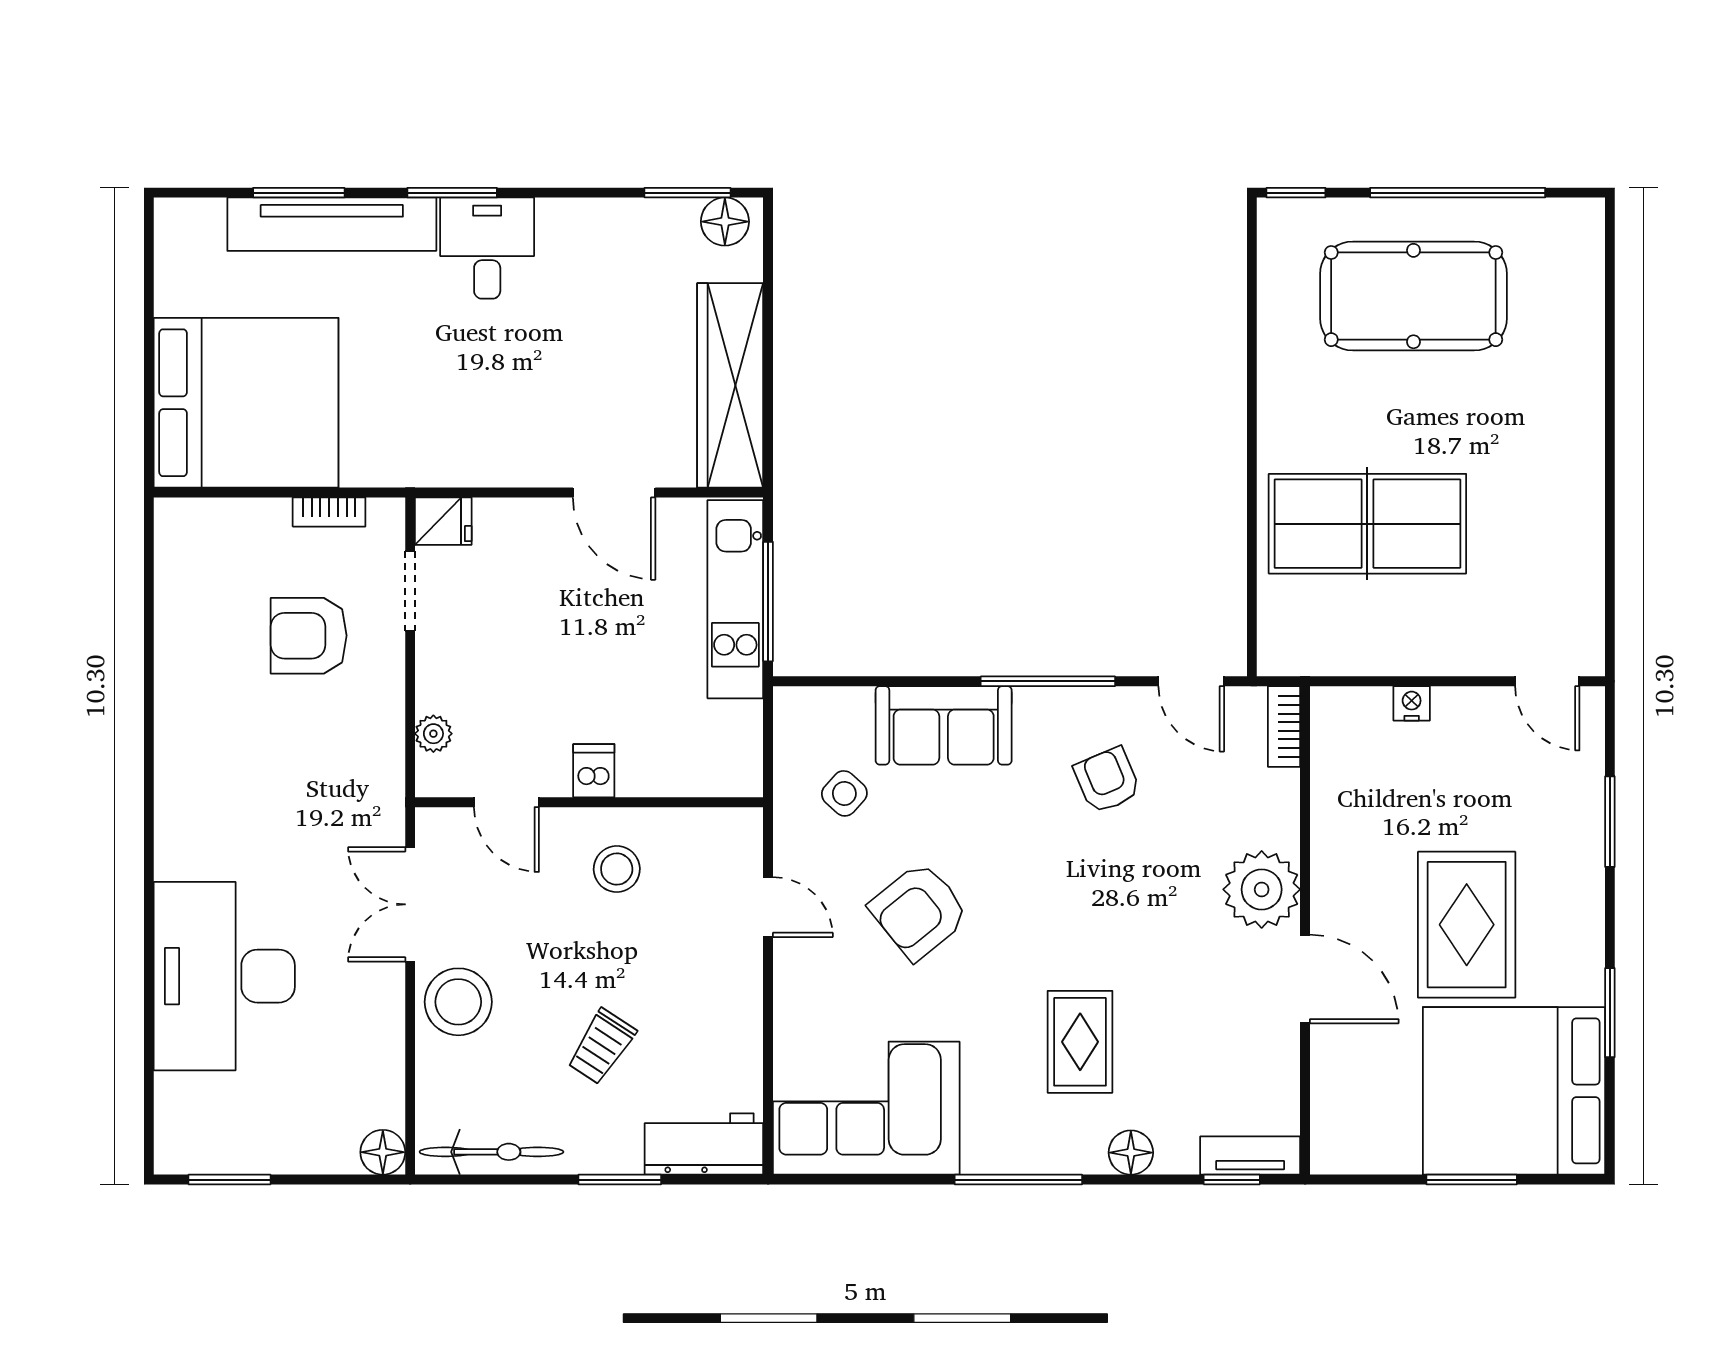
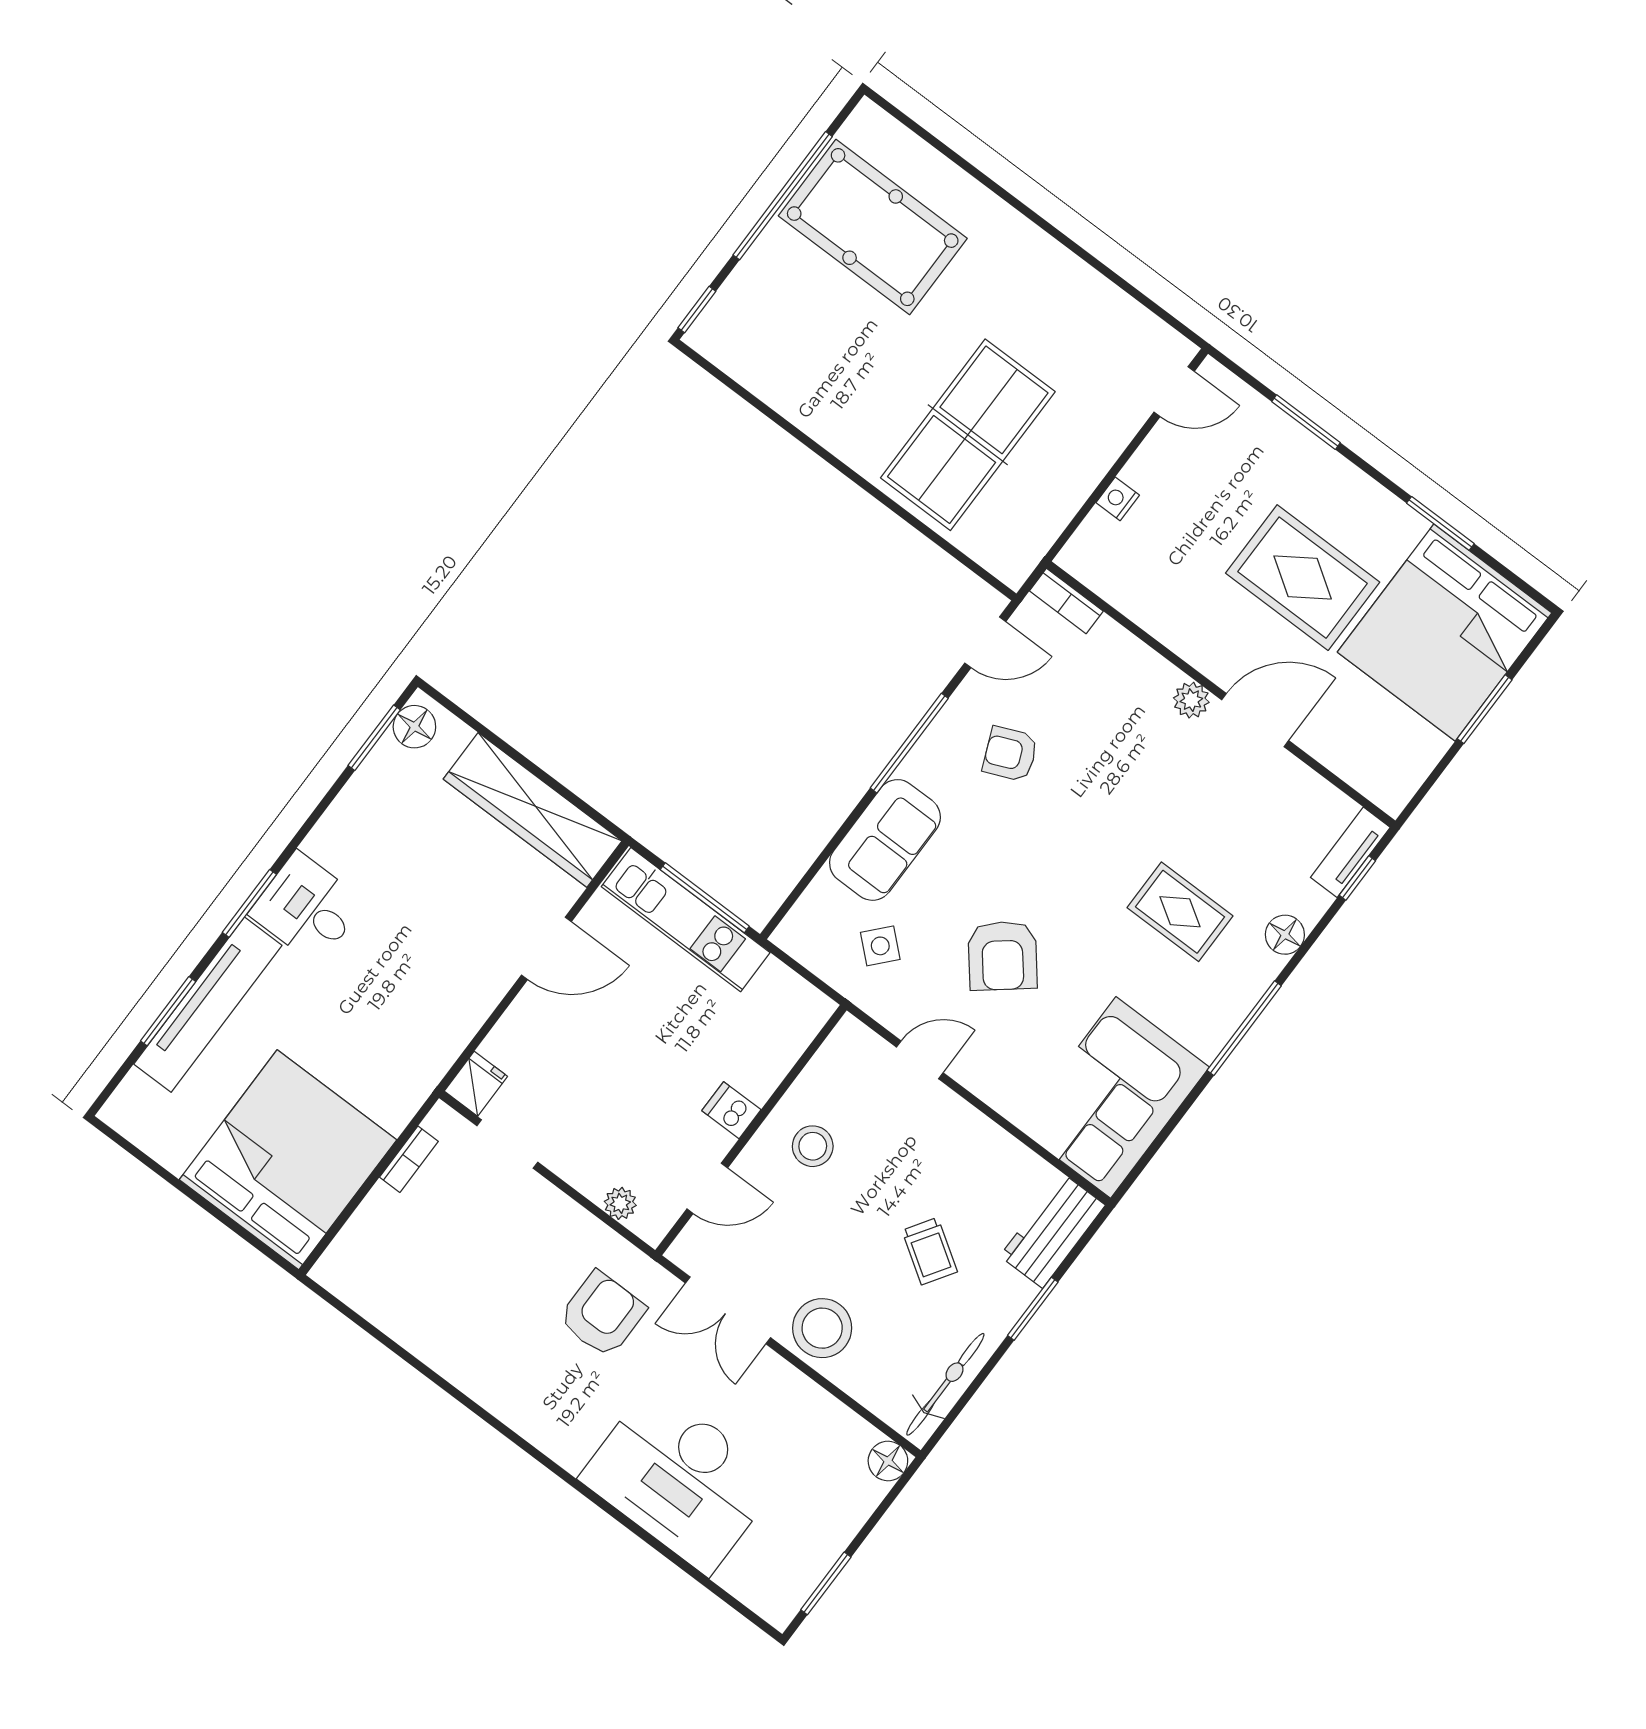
pool table: (1413, 296) -> (873, 227), moved, turned 90
armchair: (309, 636) -> (602, 1314), moved, turned 180
plant: (1262, 889) -> (1191, 700), width x0.53, depth x0.53

